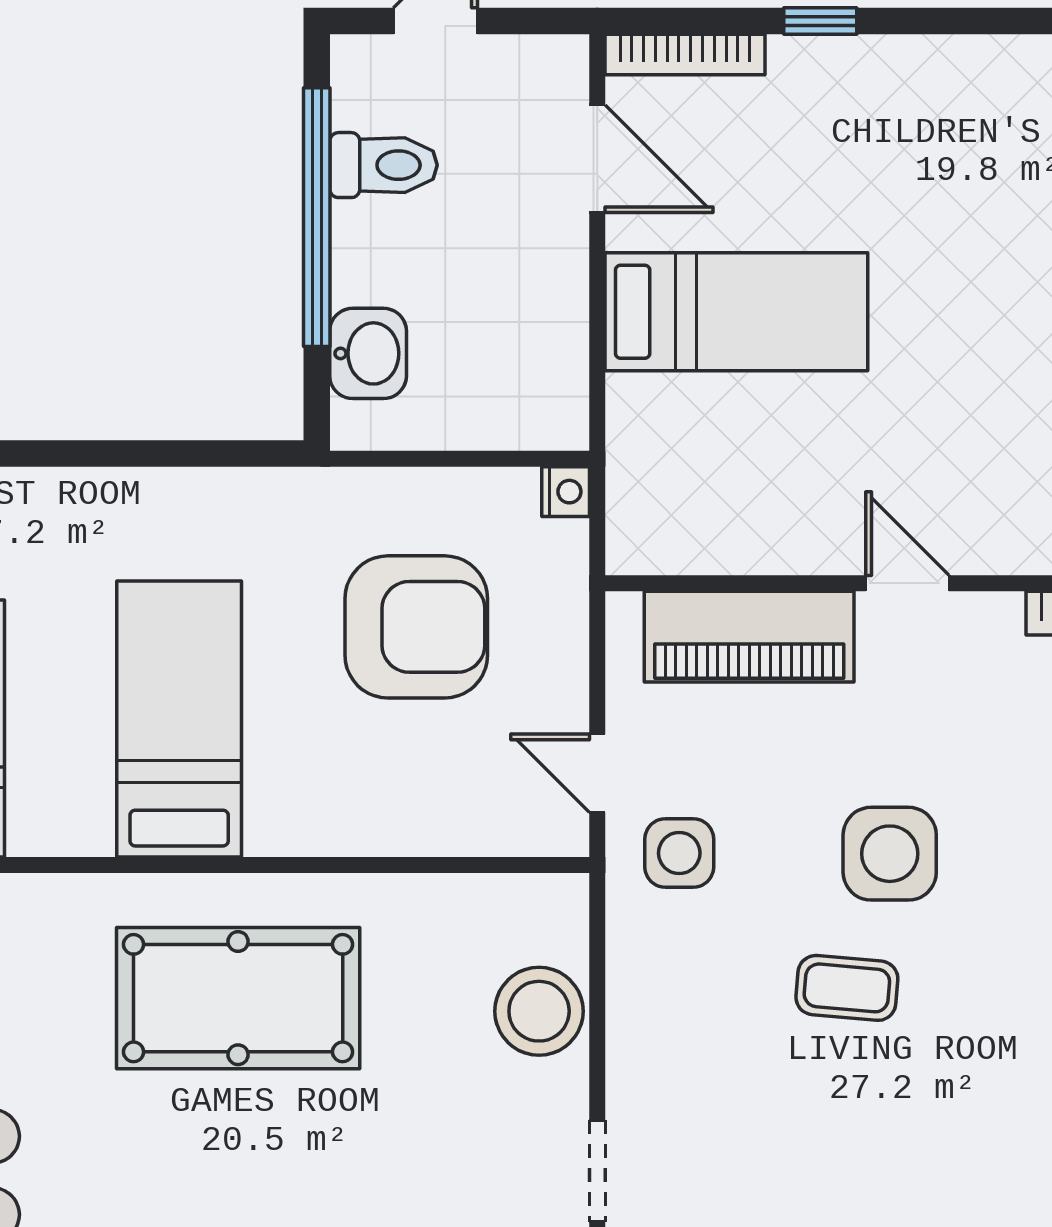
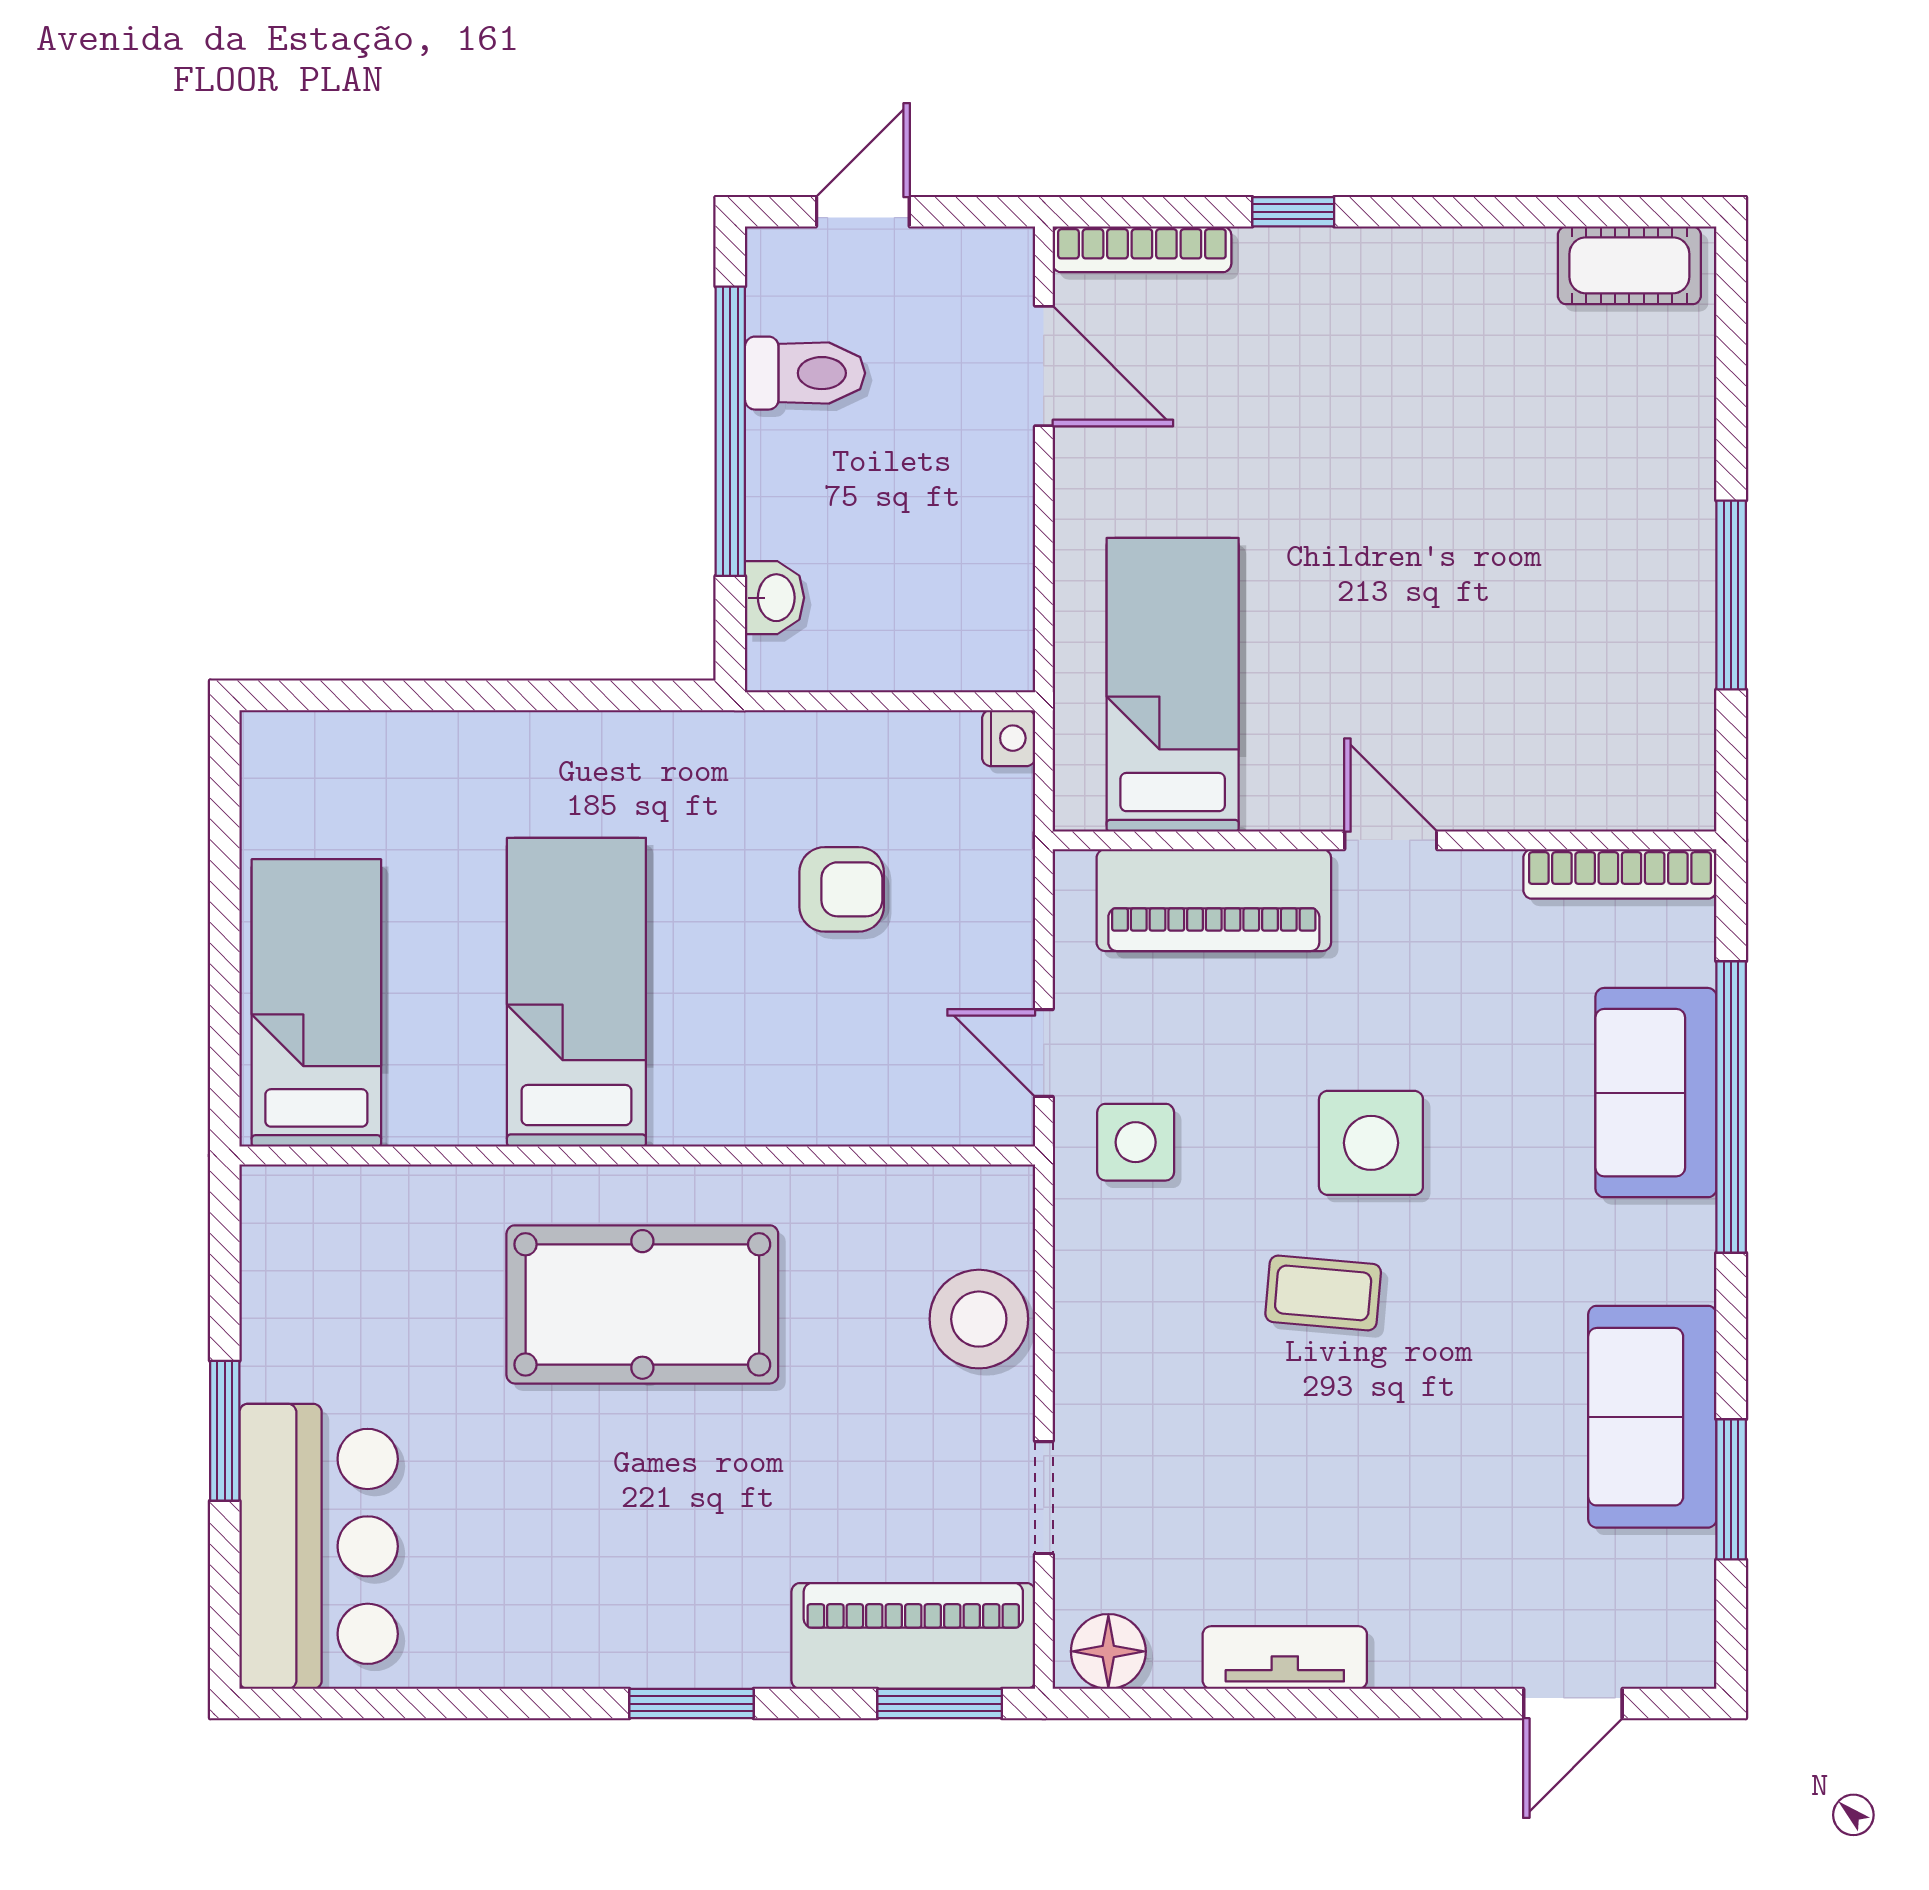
bed: (736, 312) -> (1173, 685), moved, turned -90
washbasin: (368, 353) -> (774, 598), width x0.72, depth x0.69
armchair: (416, 627) -> (842, 889), width x0.53, depth x0.53

